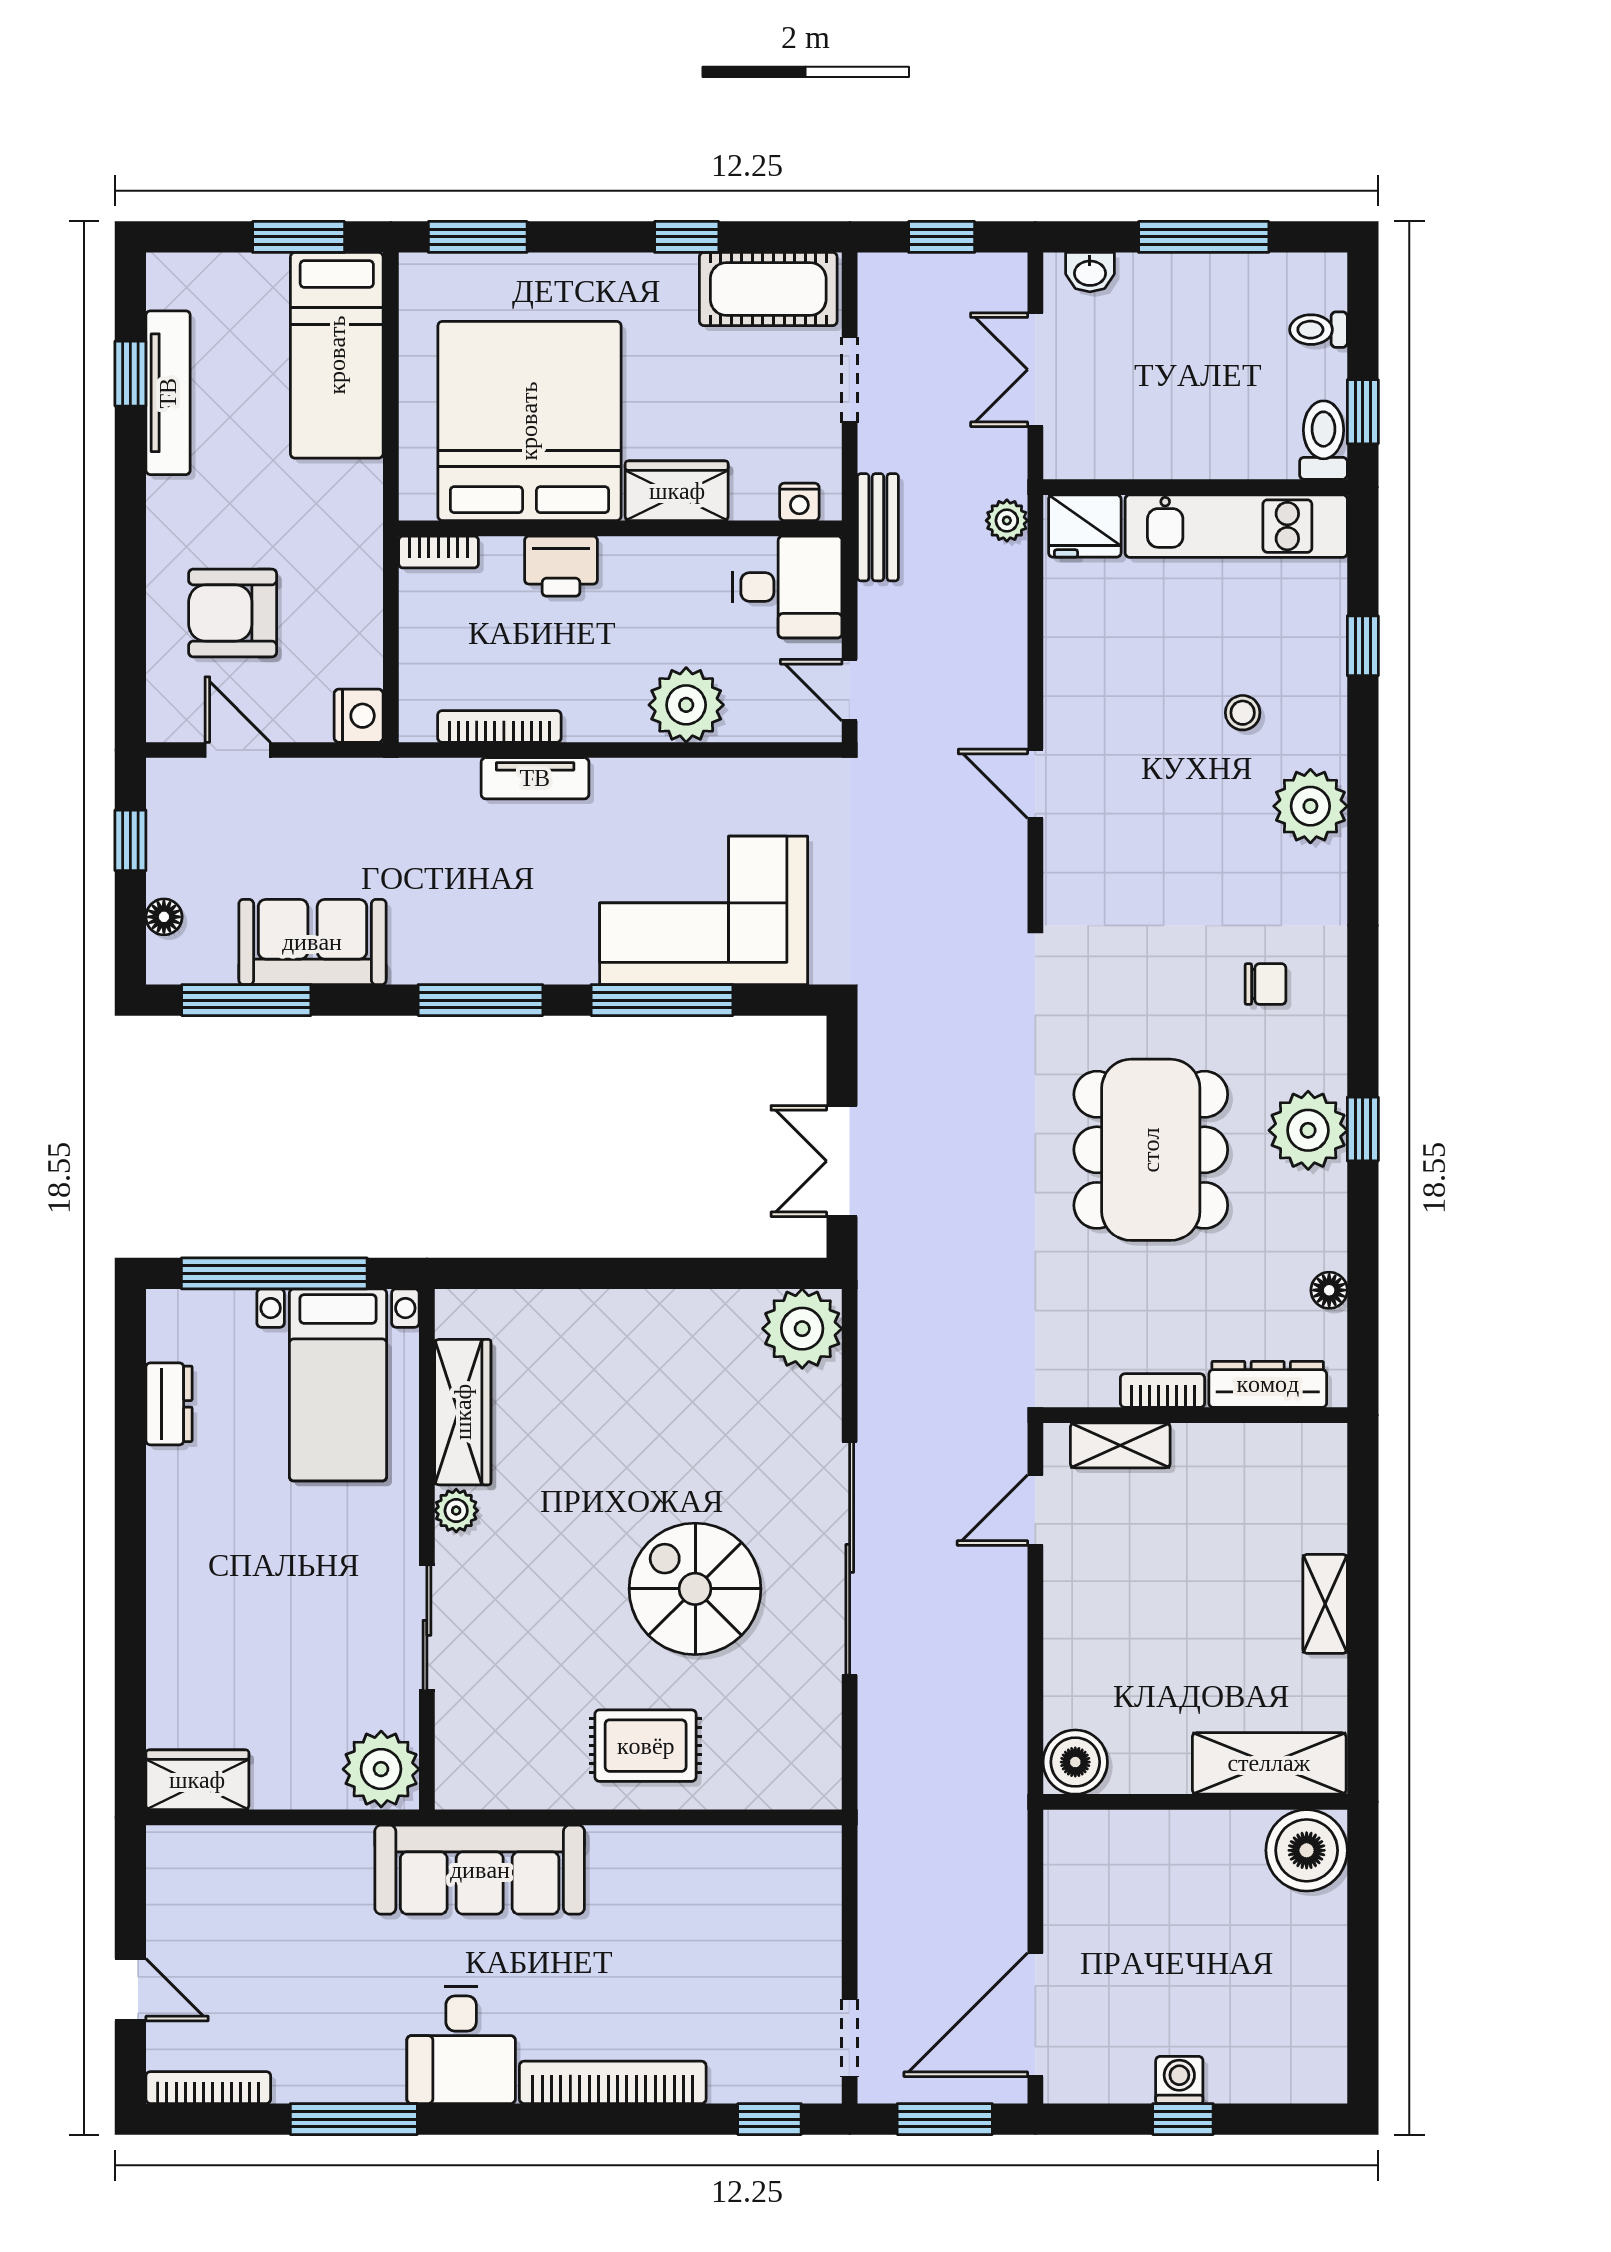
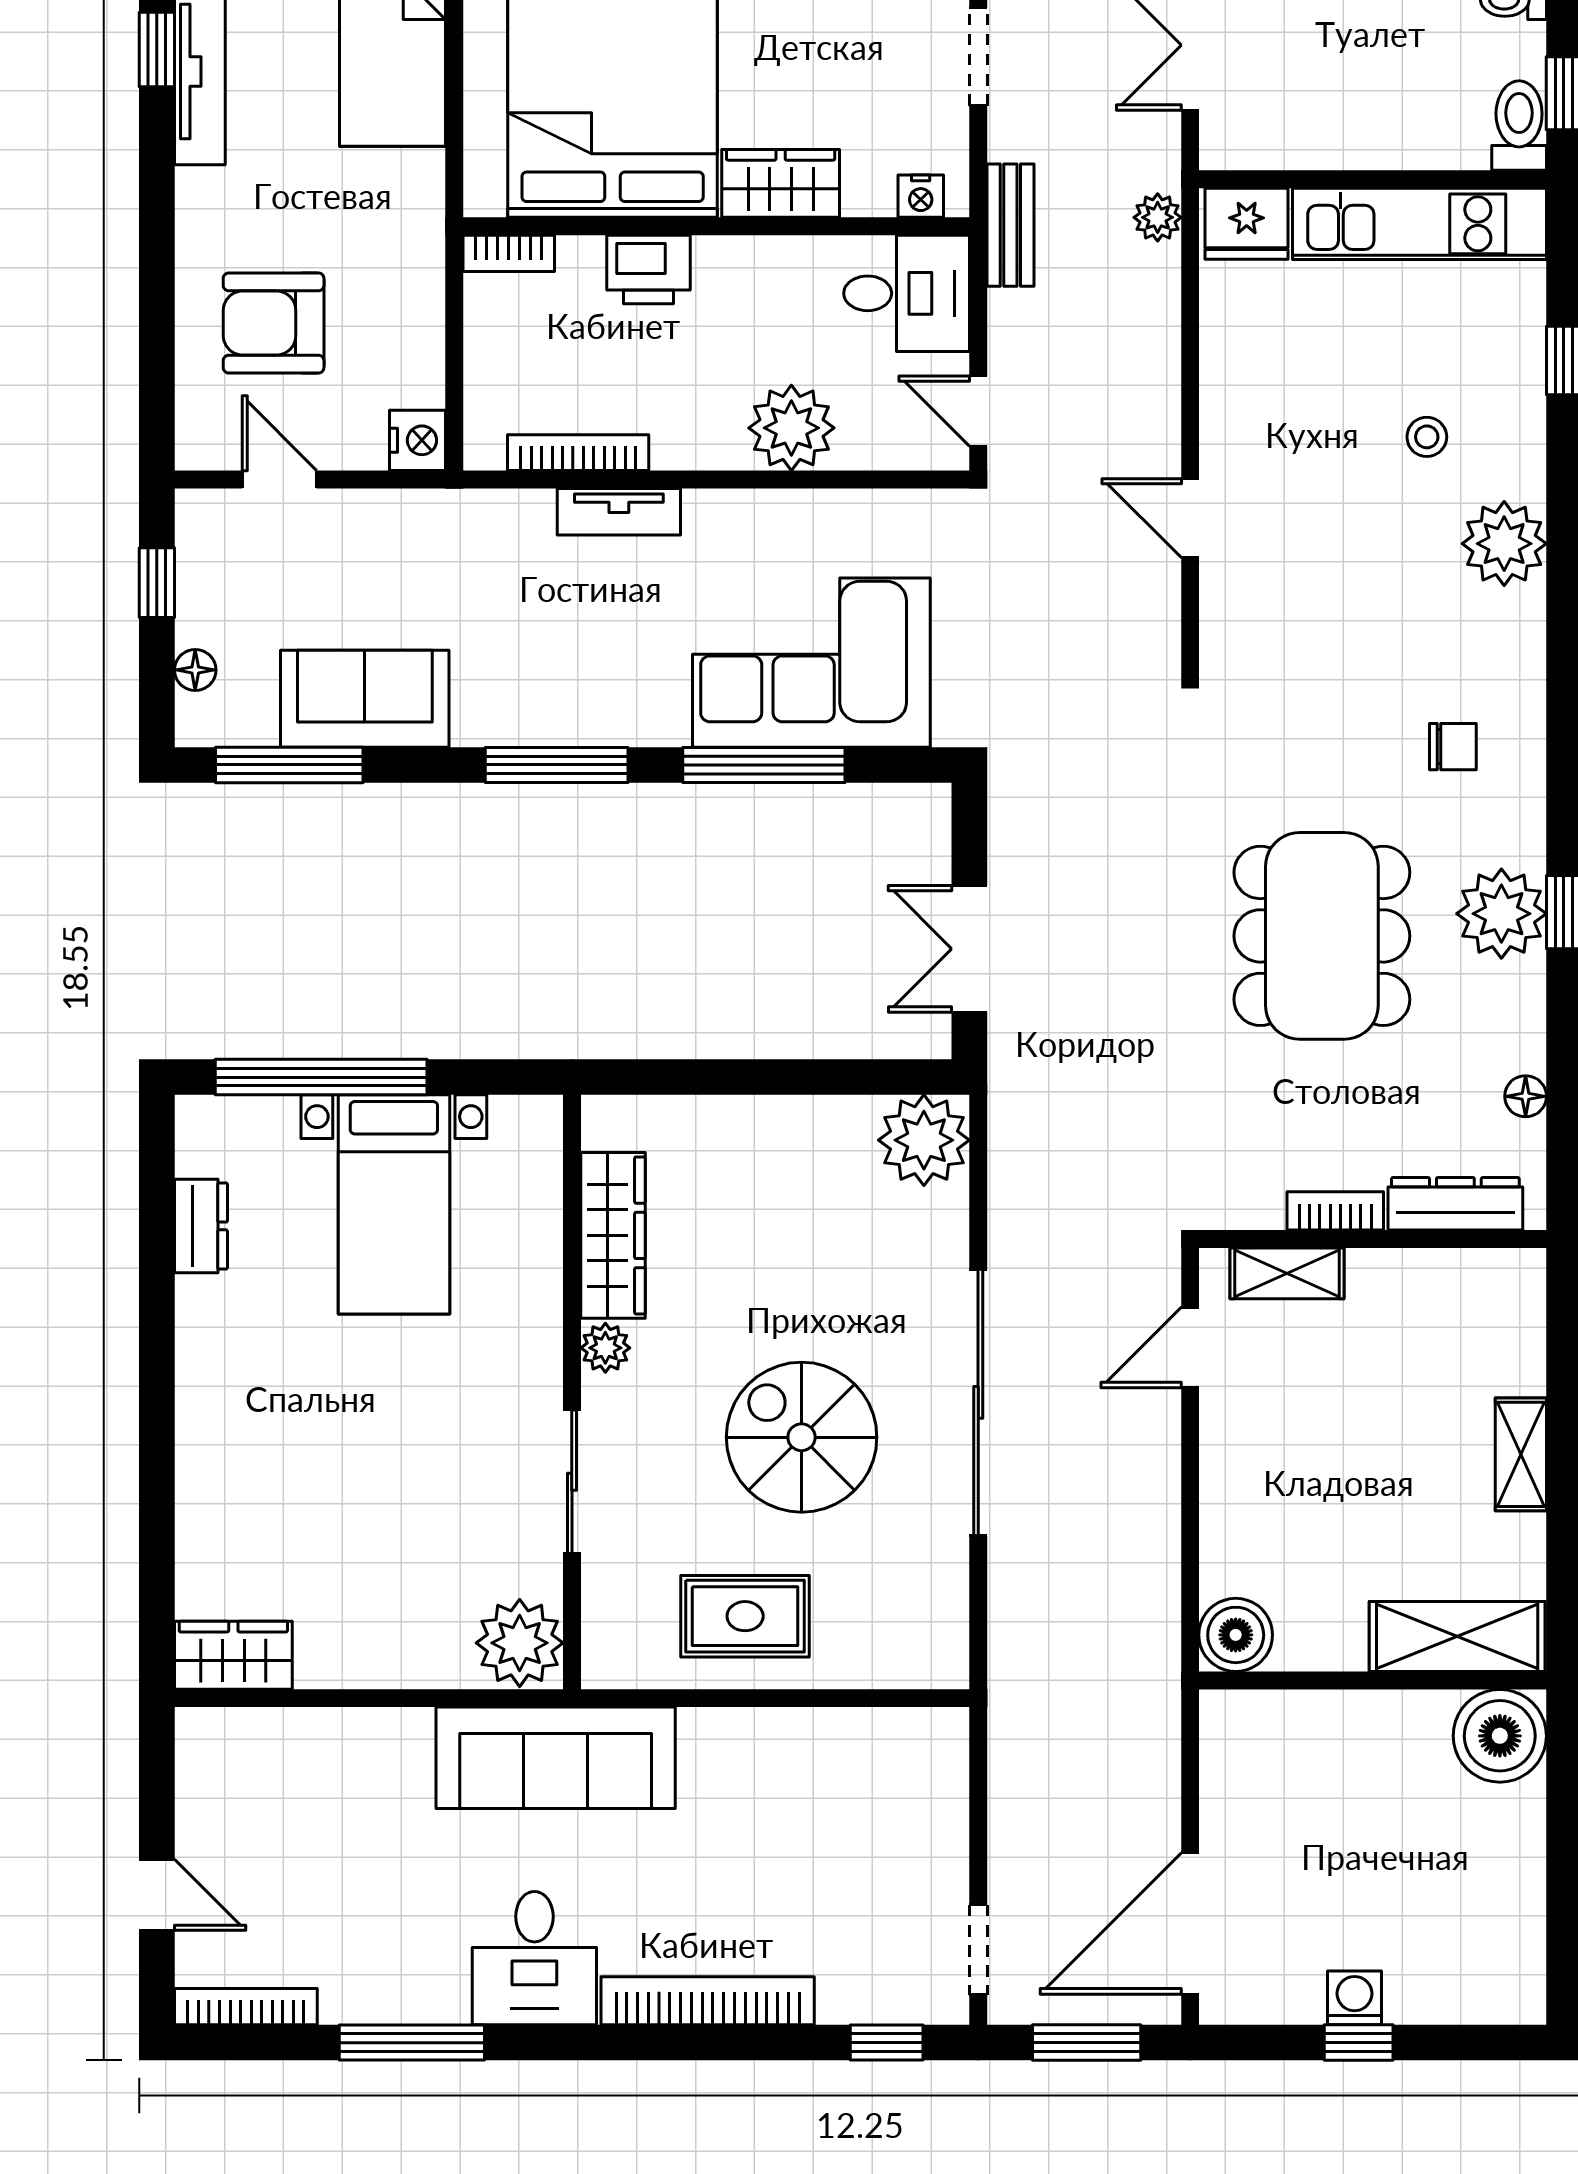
wardrobe: (463, 1412) -> (613, 1235), moved
plant: (456, 1511) -> (605, 1348), moved
wall: (427, 1549) -> (572, 1392), moved
sliding door: (427, 1628) -> (572, 1482), moved
plant: (381, 1769) -> (520, 1643), moved

